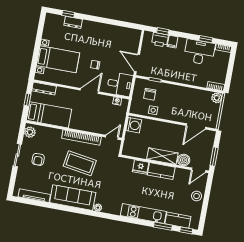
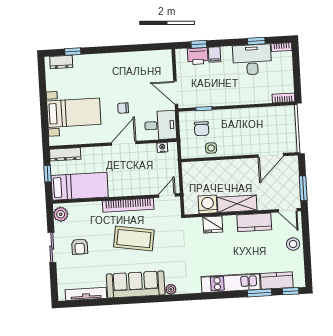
dresser: (73, 22) -> (61, 62), moved
plant: (217, 98) -> (288, 112), removed
washing machine: (134, 125) -> (208, 204), moved, turned -90
boiler: (184, 160) -> (265, 202), removed
door: (199, 170) -> (288, 210), hinge flipped
kitchen counter: (161, 171) -> (254, 222), moved

